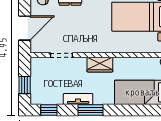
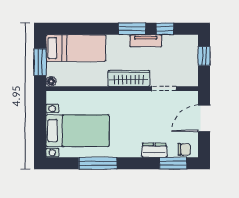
wardrobe: (100, 65) -> (129, 78), width x1.50
window: (49, 110) -> (165, 29), moved

